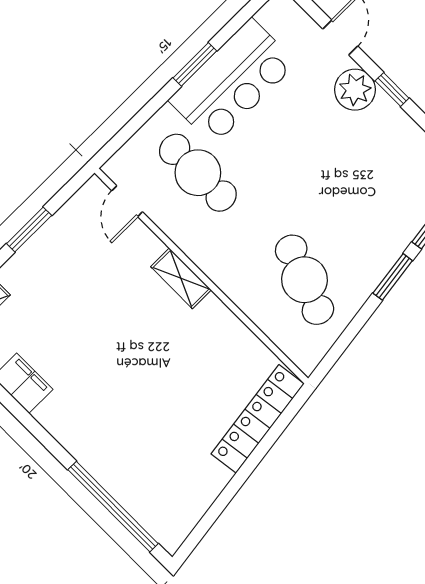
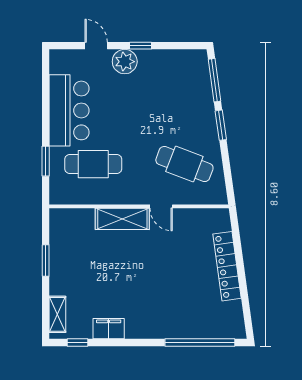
window: (195, 64) -> (46, 161), moved
door: (127, 201) -> (161, 206), moved
shelving: (181, 278) -> (122, 219), width x1.50, depth x1.33
locker: (258, 419) -> (227, 266), moved

